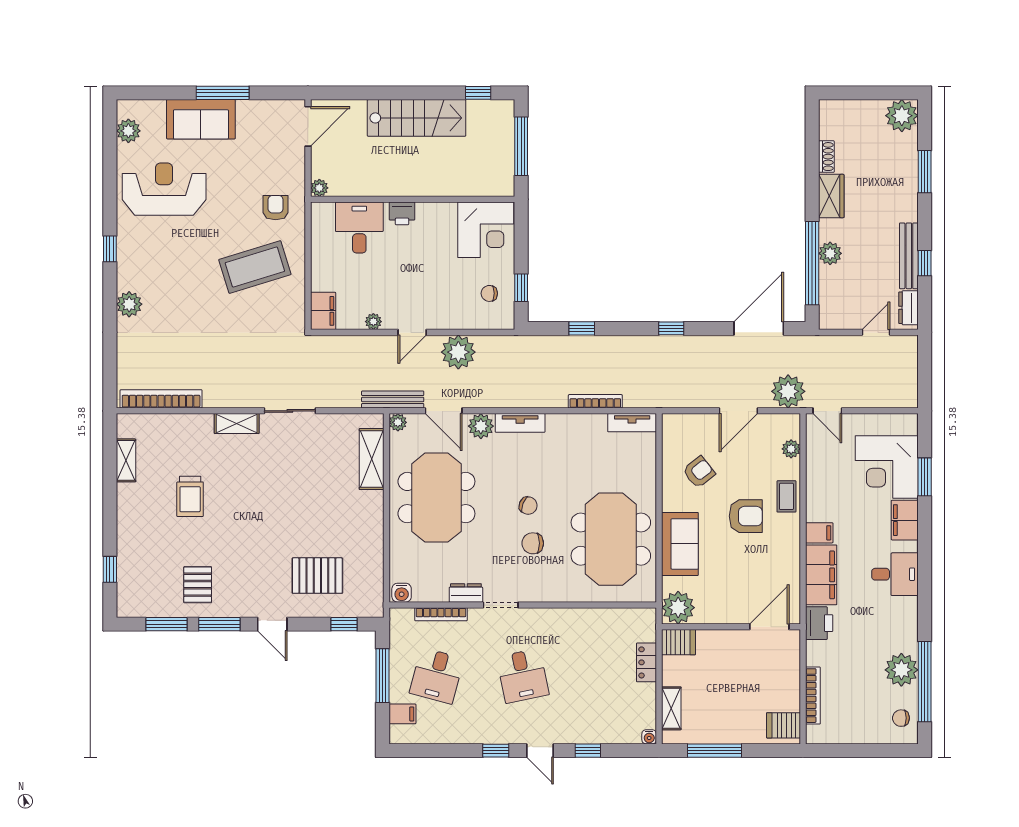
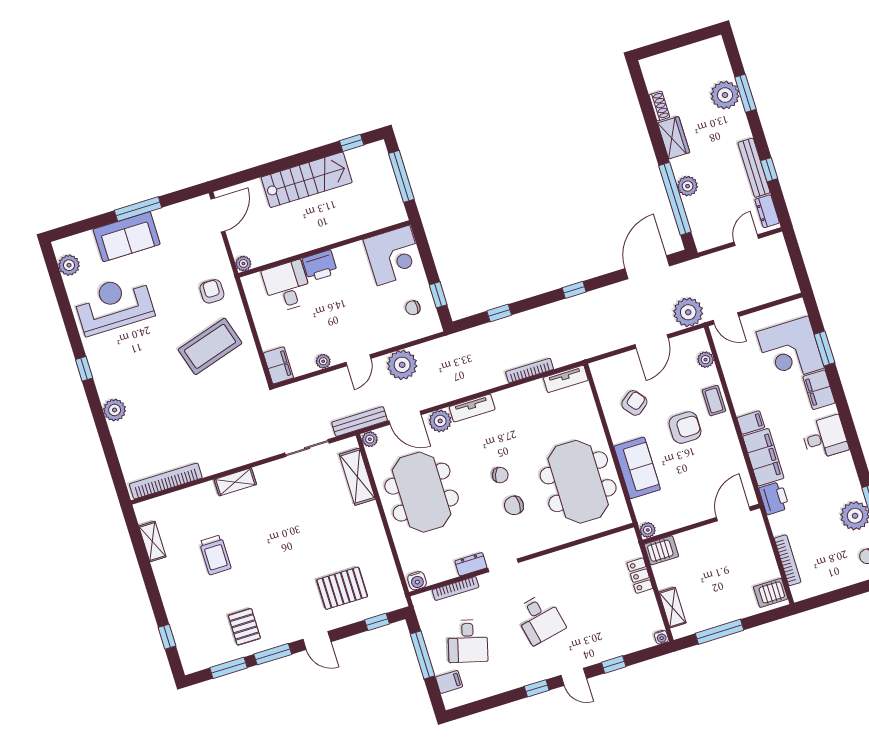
plant: (902, 116) -> (725, 95), moved
printer: (402, 213) -> (320, 266), width x1.36, depth x1.24
sliding door: (290, 411) -> (307, 448), moved
plant: (678, 608) -> (648, 530), width x0.53, depth x0.53

